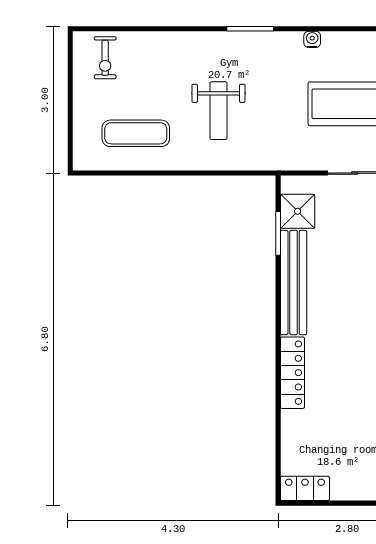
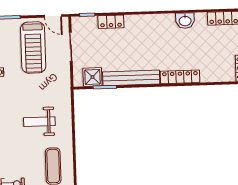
weight bench: (218, 111) -> (39, 122), turned 180

